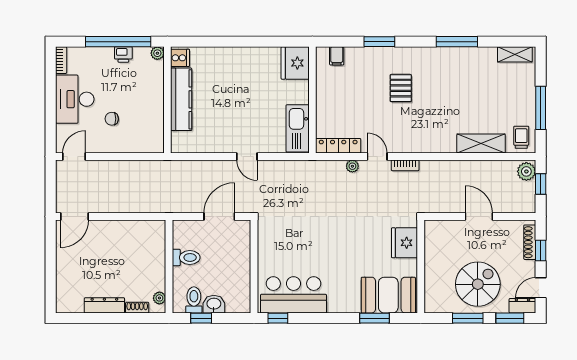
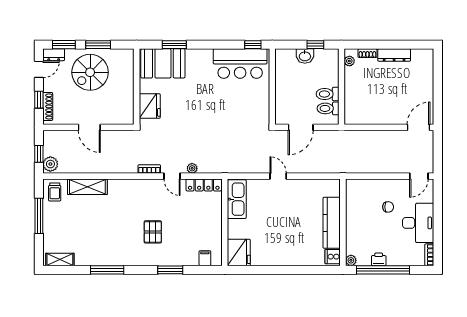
toilet: (194, 300) -> (328, 108), moved, turned 90

